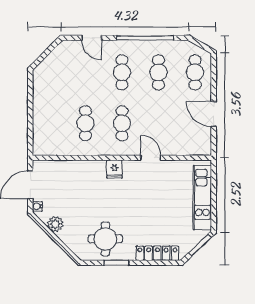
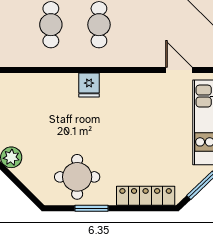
door: (151, 158) -> (179, 70), moved

